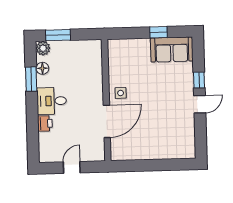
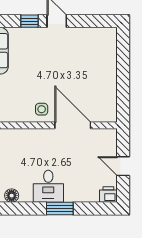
window: (31, 79) -> (60, 209), moved
printer: (45, 123) -> (108, 195), moved

